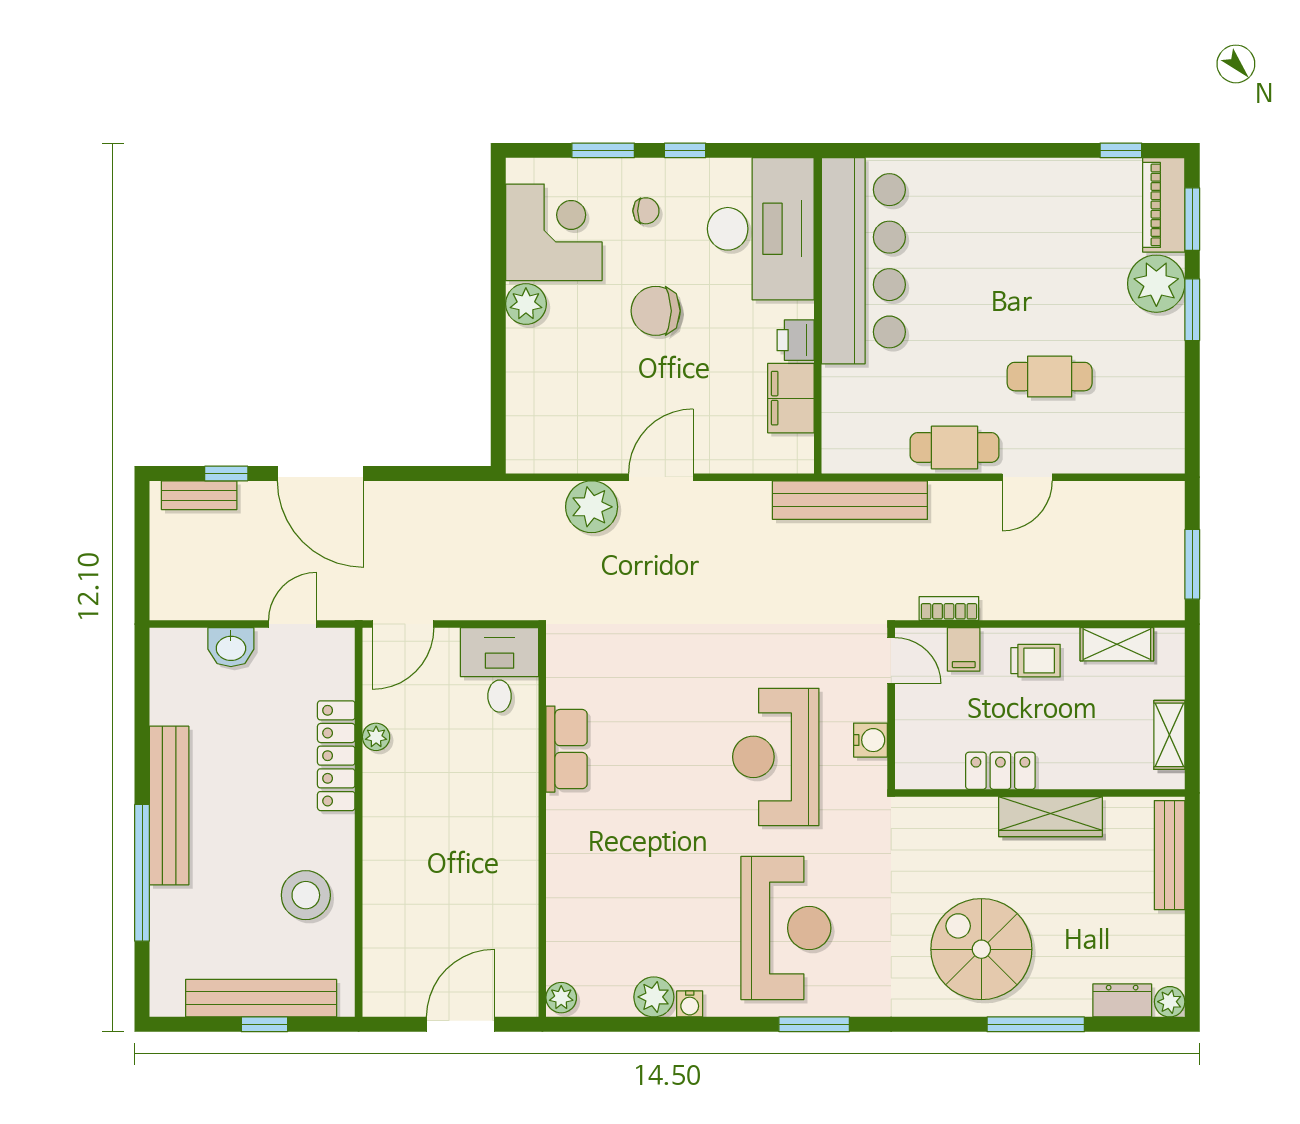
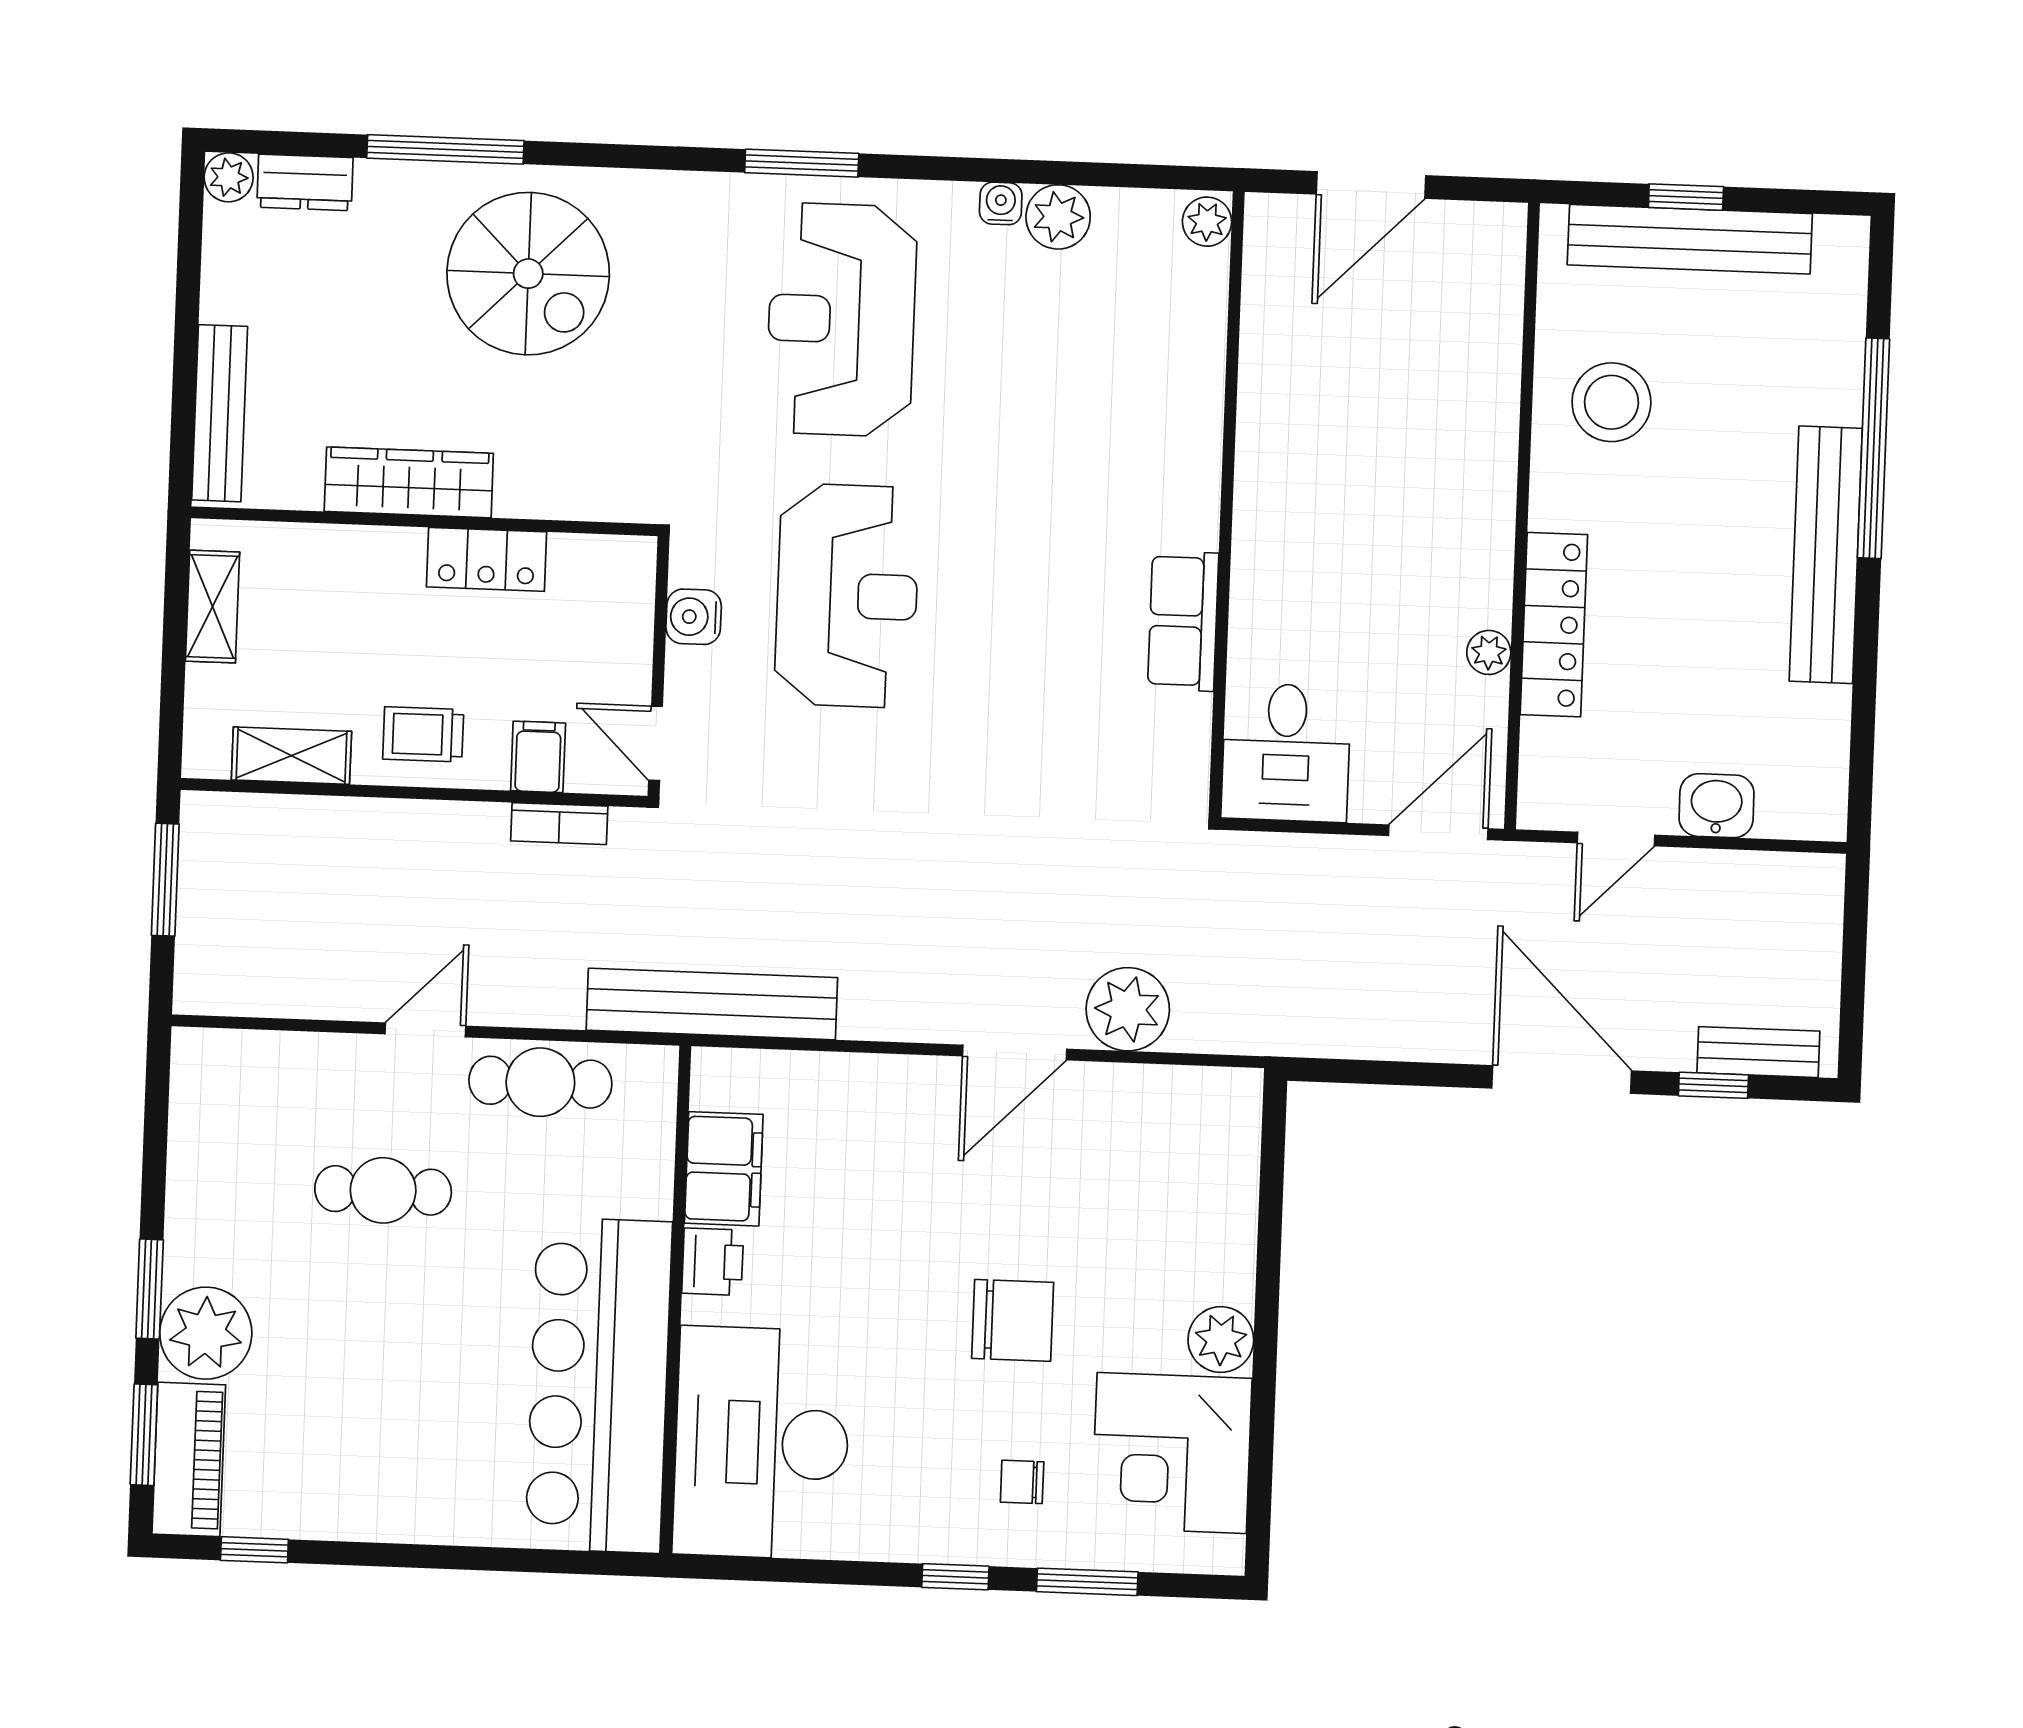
desk: (761, 229) -> (762, 1443), moved
bar counter: (863, 261) -> (599, 1385), moved
wall: (818, 316) -> (676, 1300), moved
printer: (796, 340) -> (713, 1262), moved
filing cabinet: (791, 398) -> (724, 1169), moved

